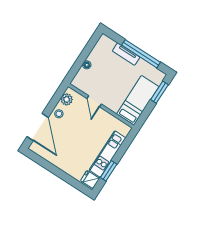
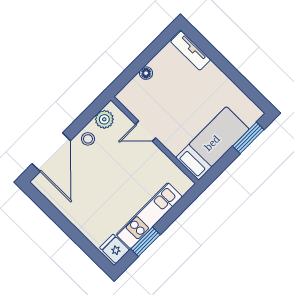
tv unit: (126, 54) -> (191, 51), moved
window: (141, 54) -> (232, 73), removed
door: (94, 101) -> (146, 131), hinge flipped

